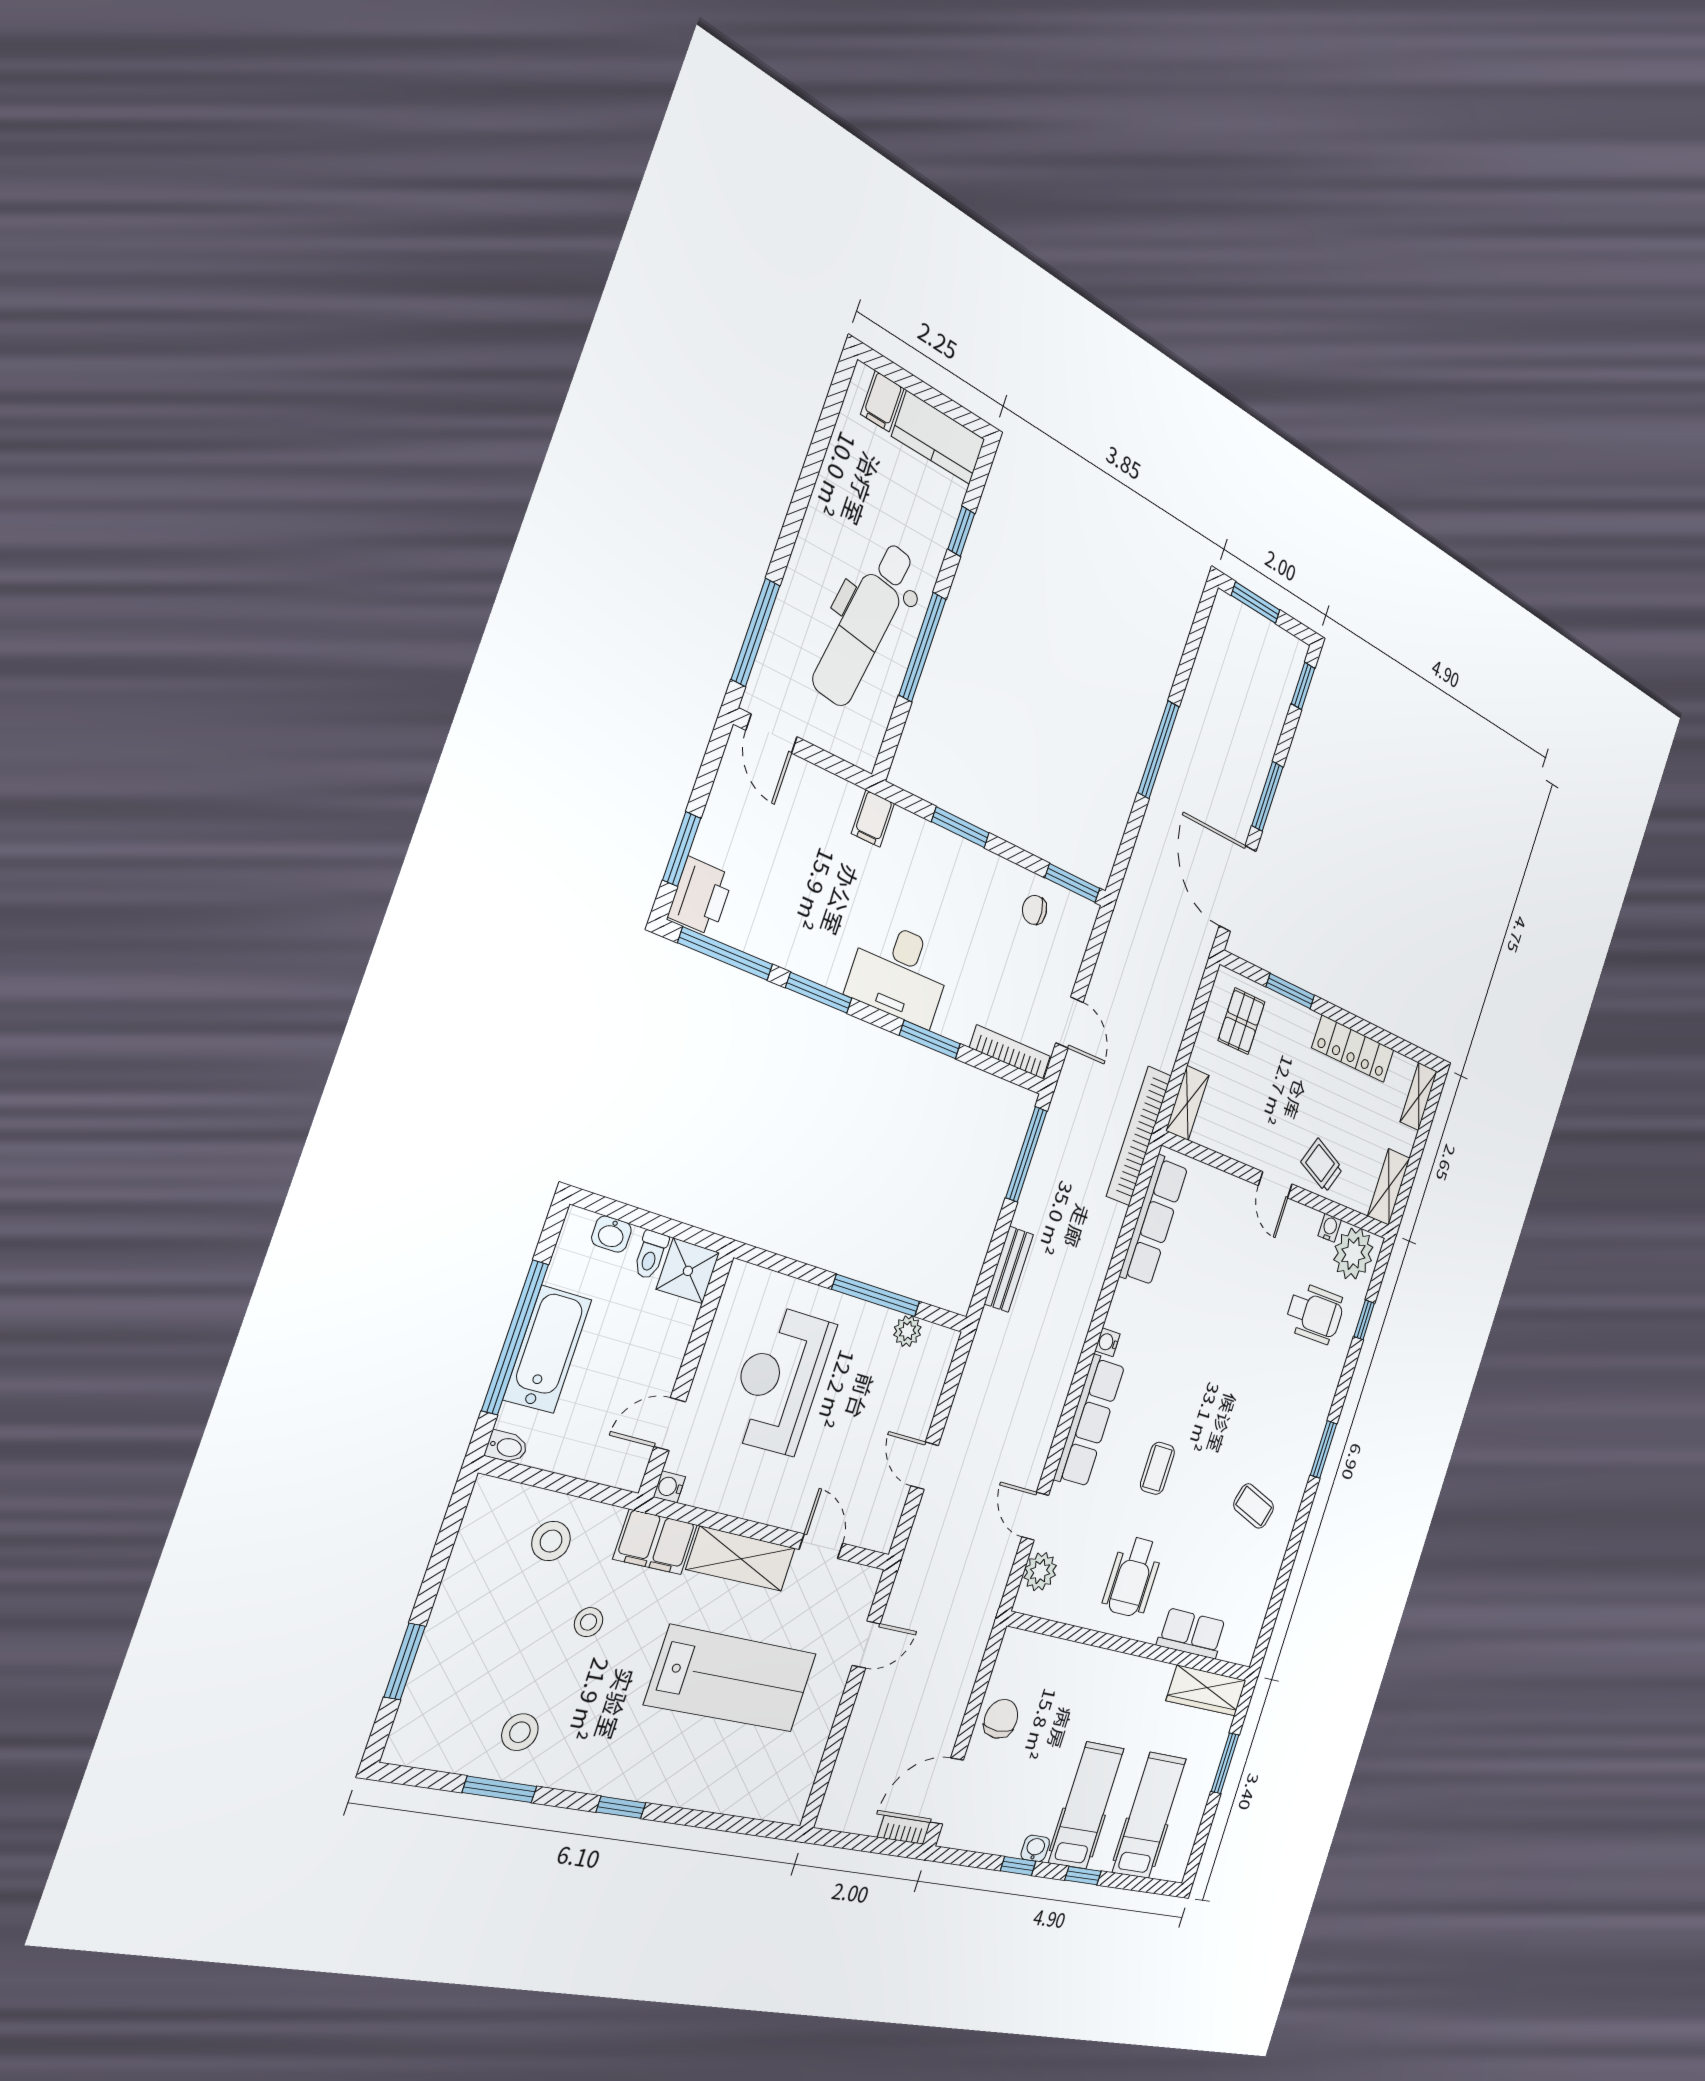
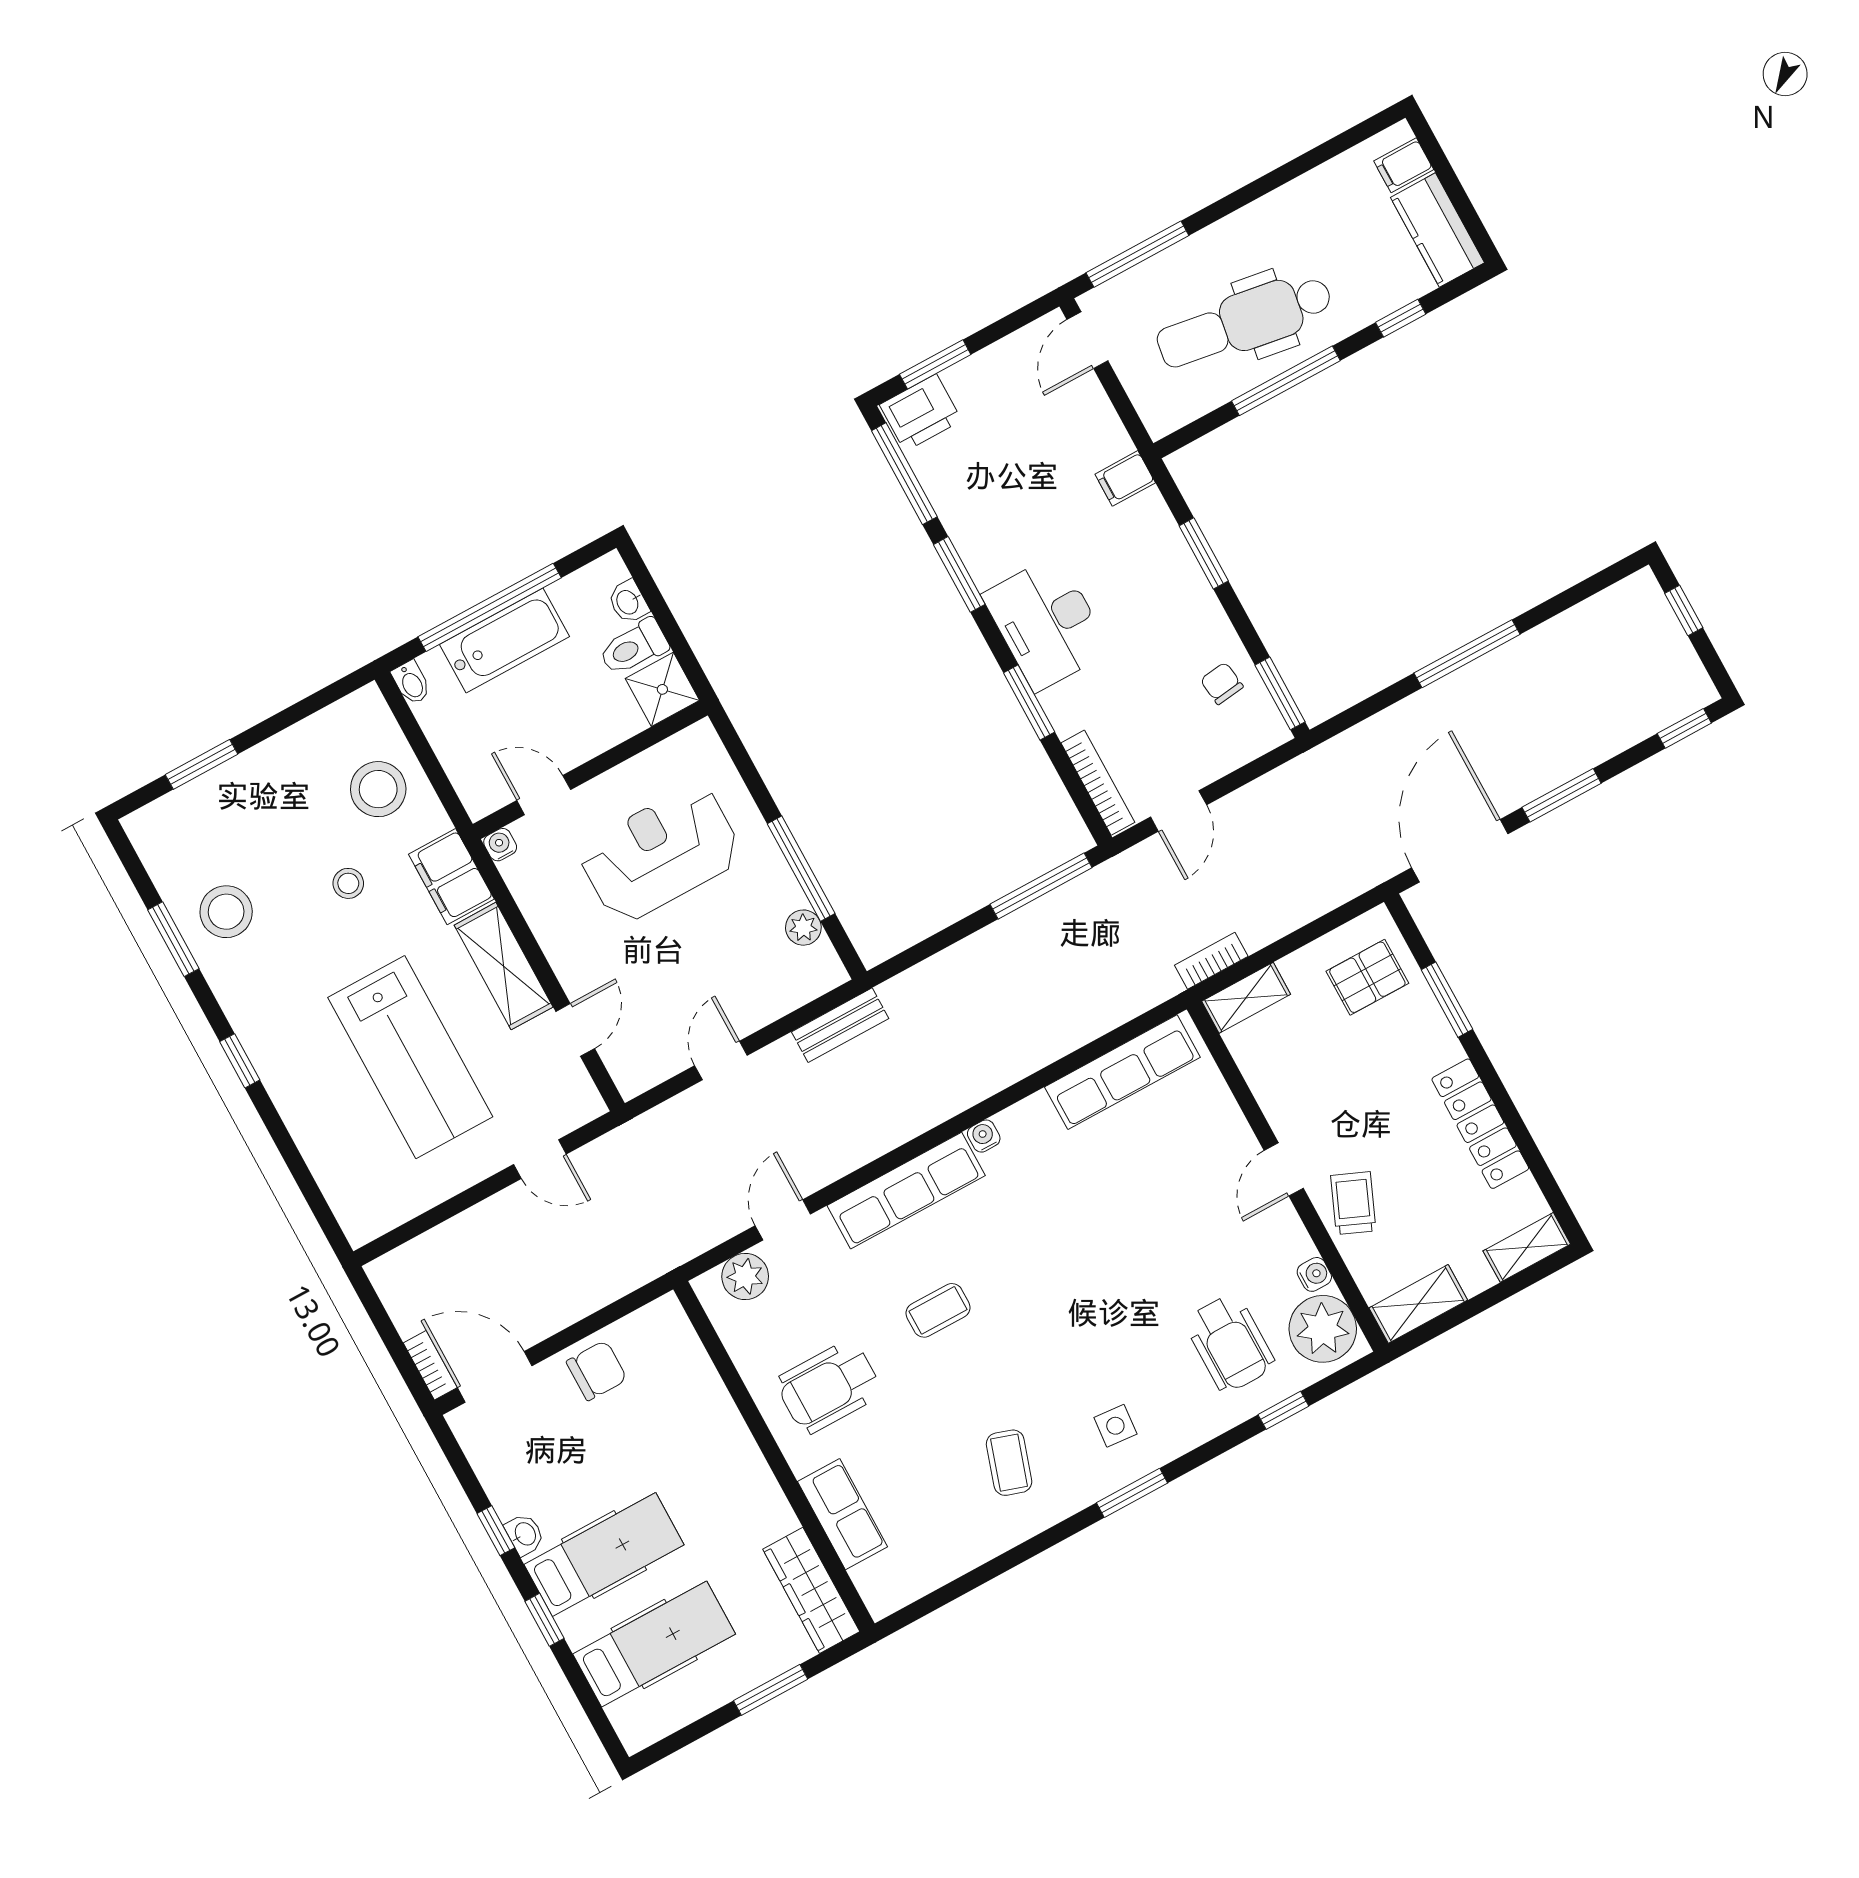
window: (1256, 603) -> (1684, 611), width x0.67
bookcase: (1139, 1136) -> (1211, 961), width x0.43, depth x0.76
toilet: (651, 1255) -> (634, 647), width x1.37, depth x1.39
bench: (1009, 1269) -> (840, 1025), moved
side table: (1291, 1424) -> (1115, 1426), added
stool: (551, 1541) -> (378, 789), width x1.38, depth x1.38
stool: (520, 1732) -> (226, 912), width x1.38, depth x1.38

